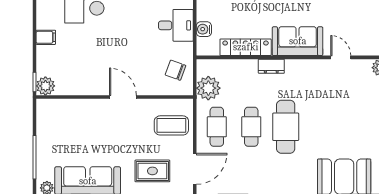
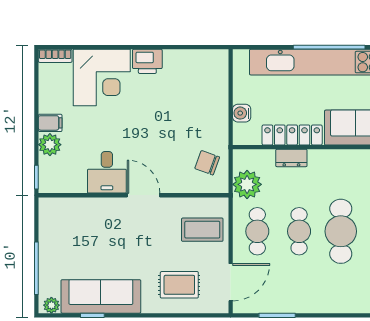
desk: (176, 25) -> (107, 172), moved, turned 90
dresser: (271, 66) -> (291, 158), moved
plant: (45, 86) -> (50, 145), moved

